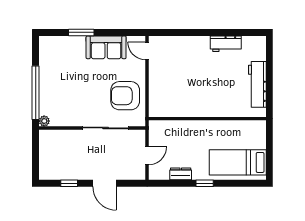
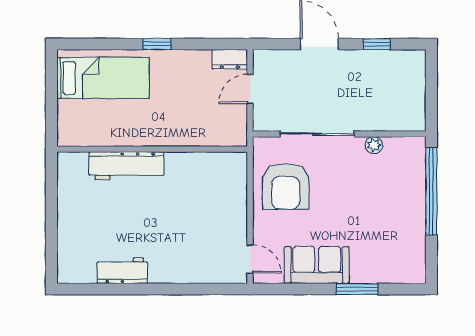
workbench: (257, 84) -> (126, 166), moved, turned 90
armchair: (125, 96) -> (286, 186), turned 90
plant: (44, 121) -> (374, 145), moved
dresser: (181, 174) -> (230, 59), moved

